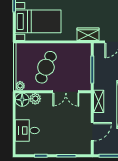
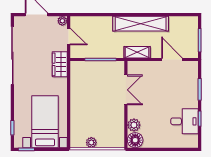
cafe table: (46, 67) -> (98, 113), removed
plant: (20, 86) -> (91, 143), moved
desk: (27, 130) -> (185, 121), moved, turned -90

